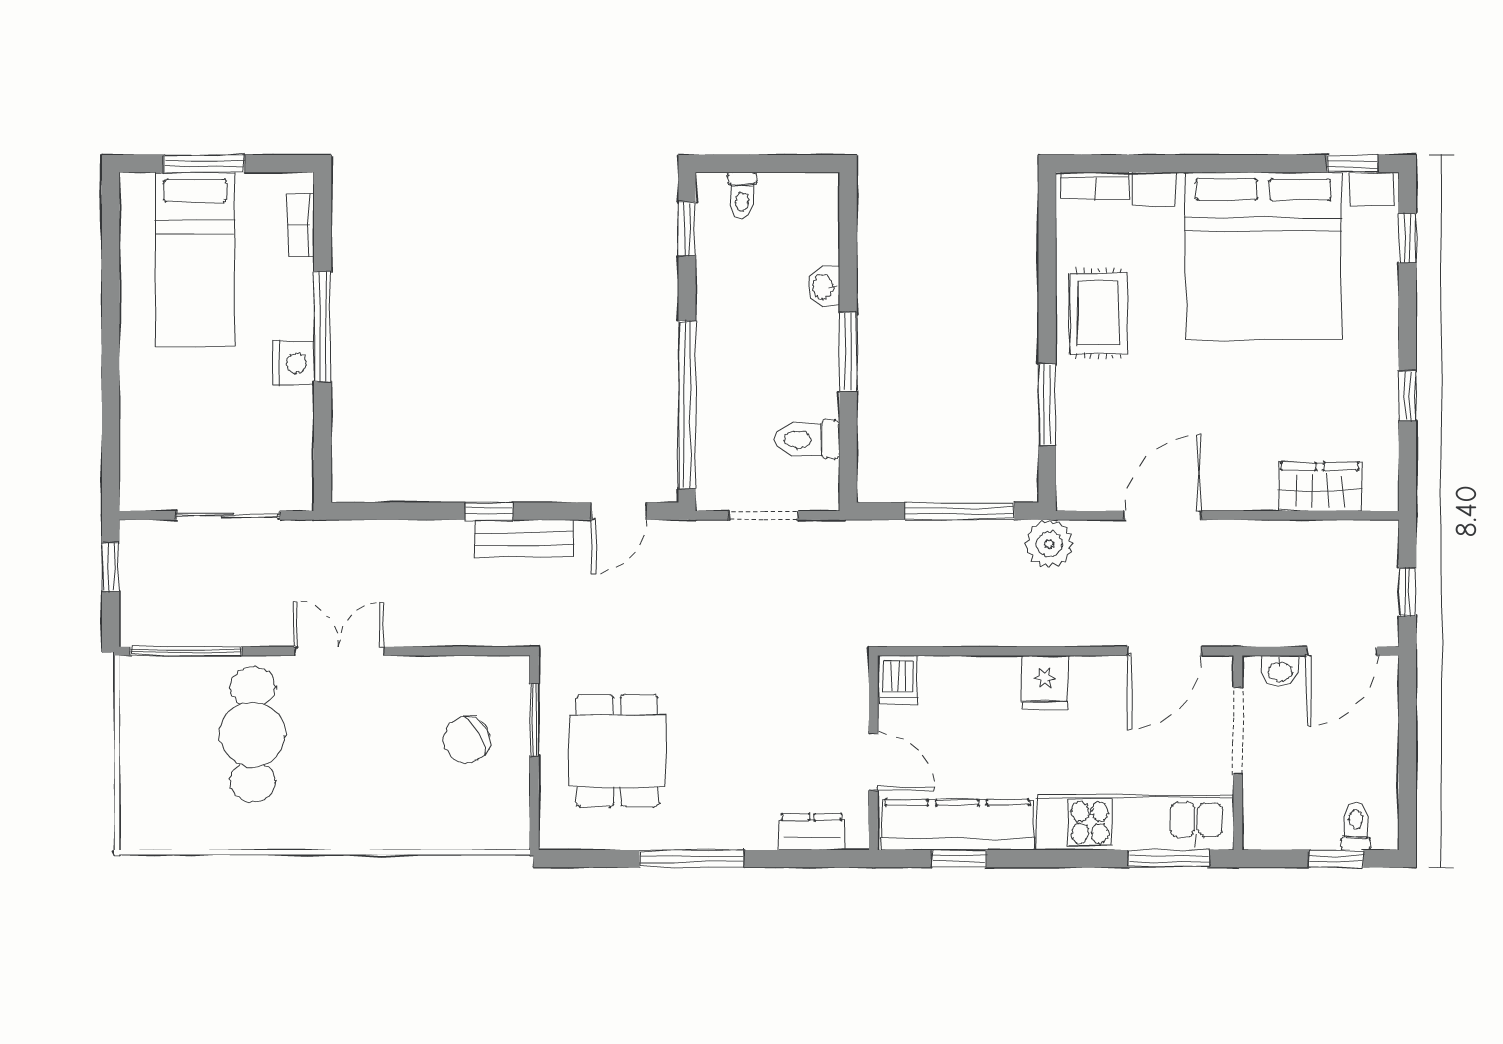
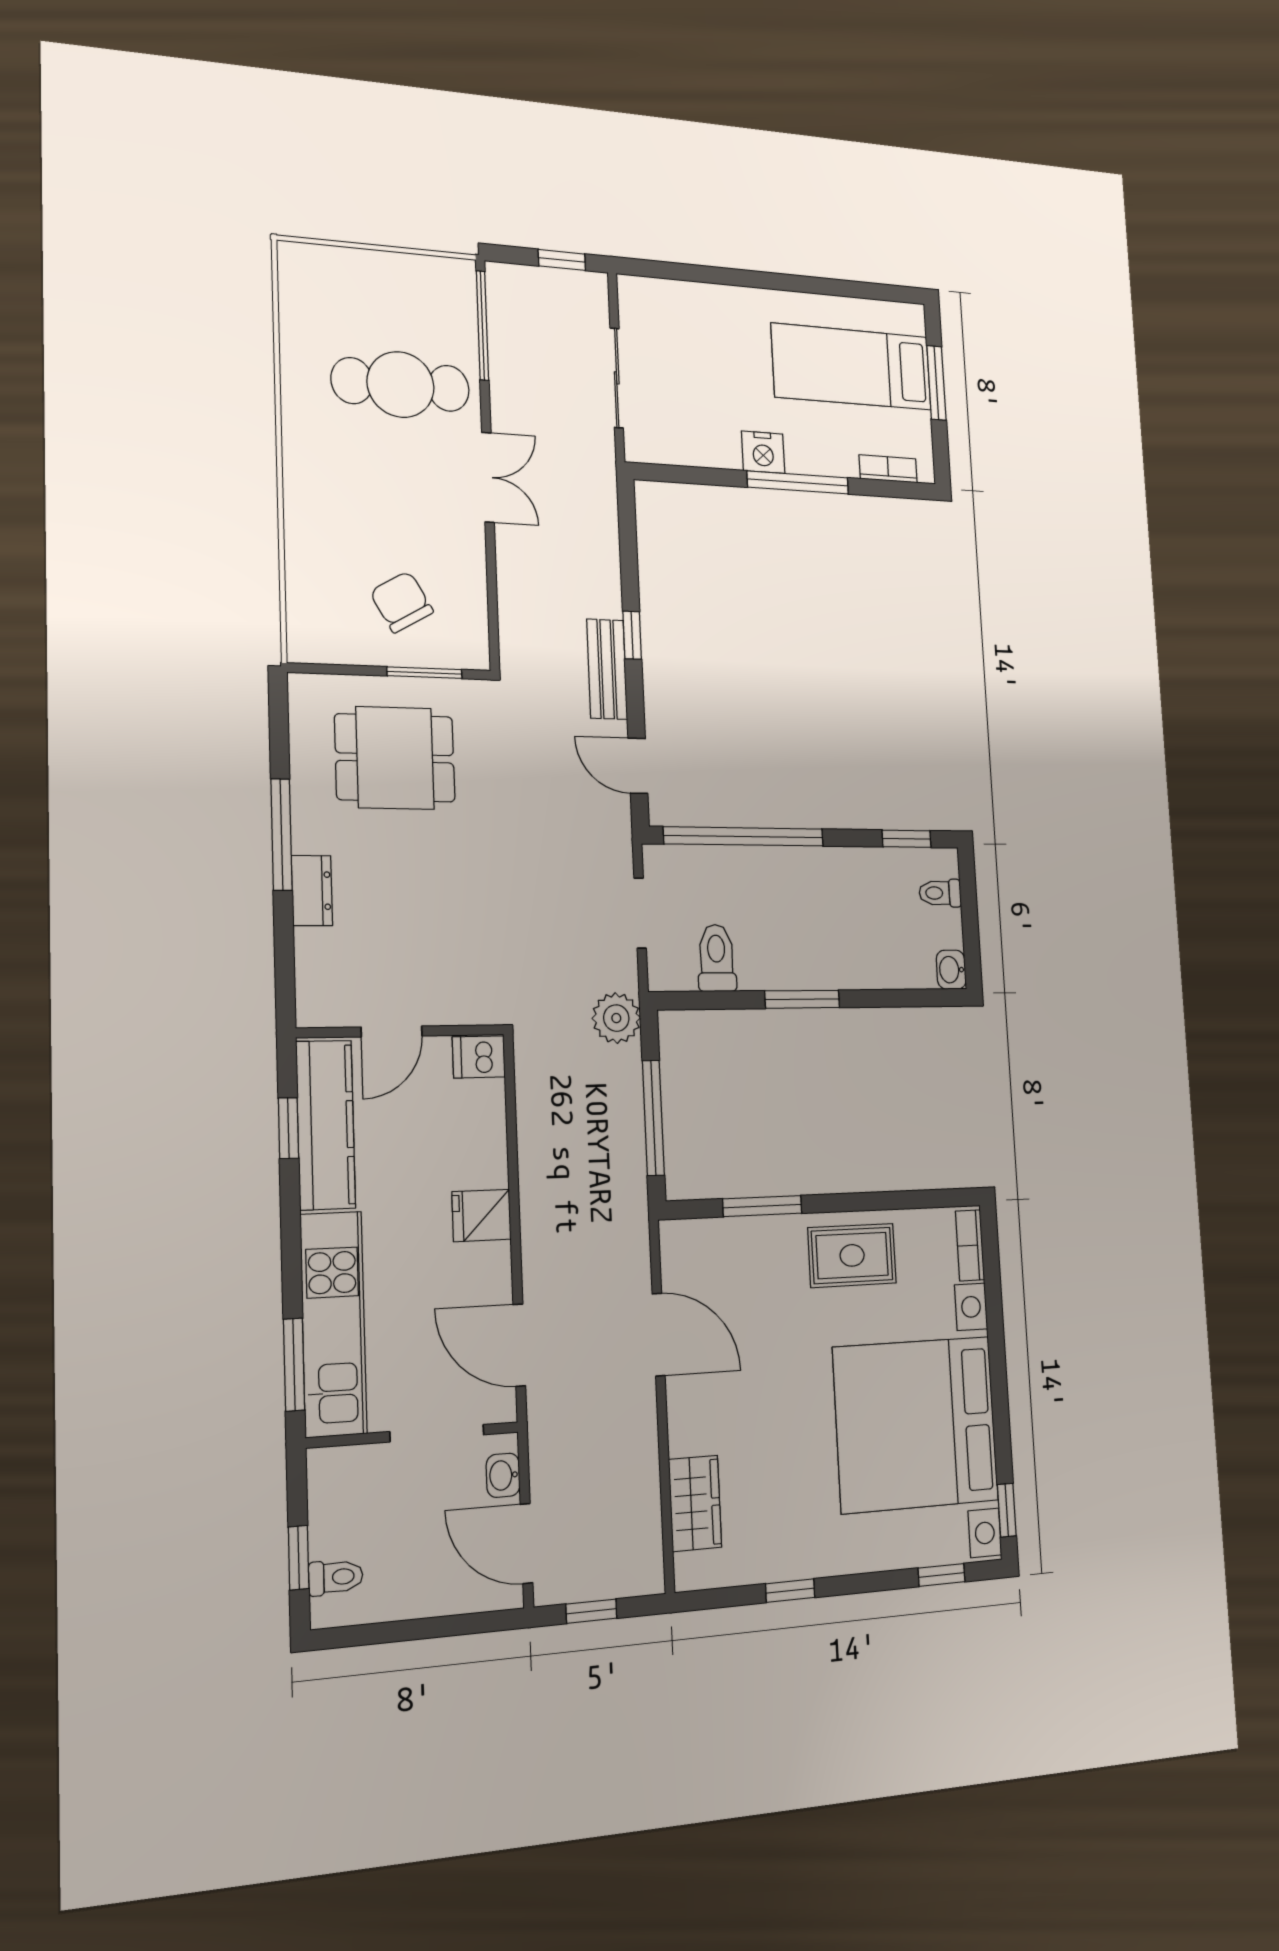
washbasin: (824, 287) -> (951, 970), moved, turned -90
plant: (1049, 544) -> (616, 1018), moved
dresser: (812, 832) -> (312, 891), moved

